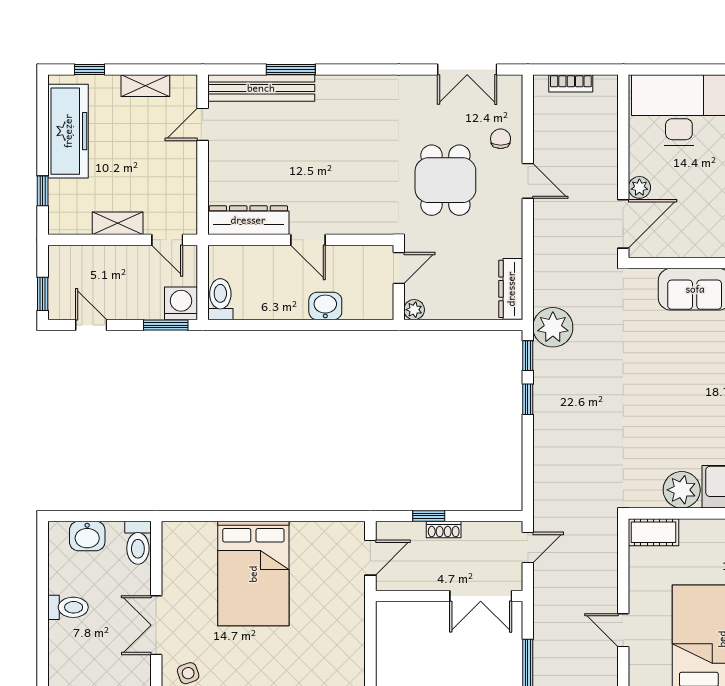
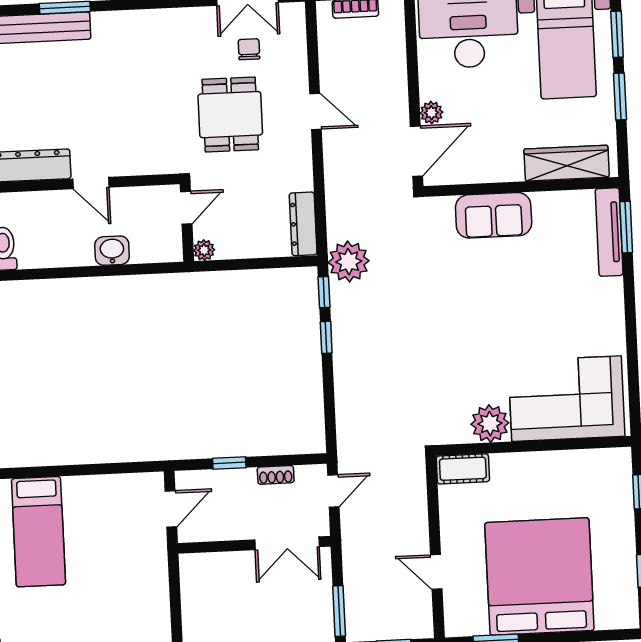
chair: (501, 139) -> (249, 49), moved
shoe rack: (444, 530) -> (276, 475), moved
bed: (253, 574) -> (38, 532), width x0.67

